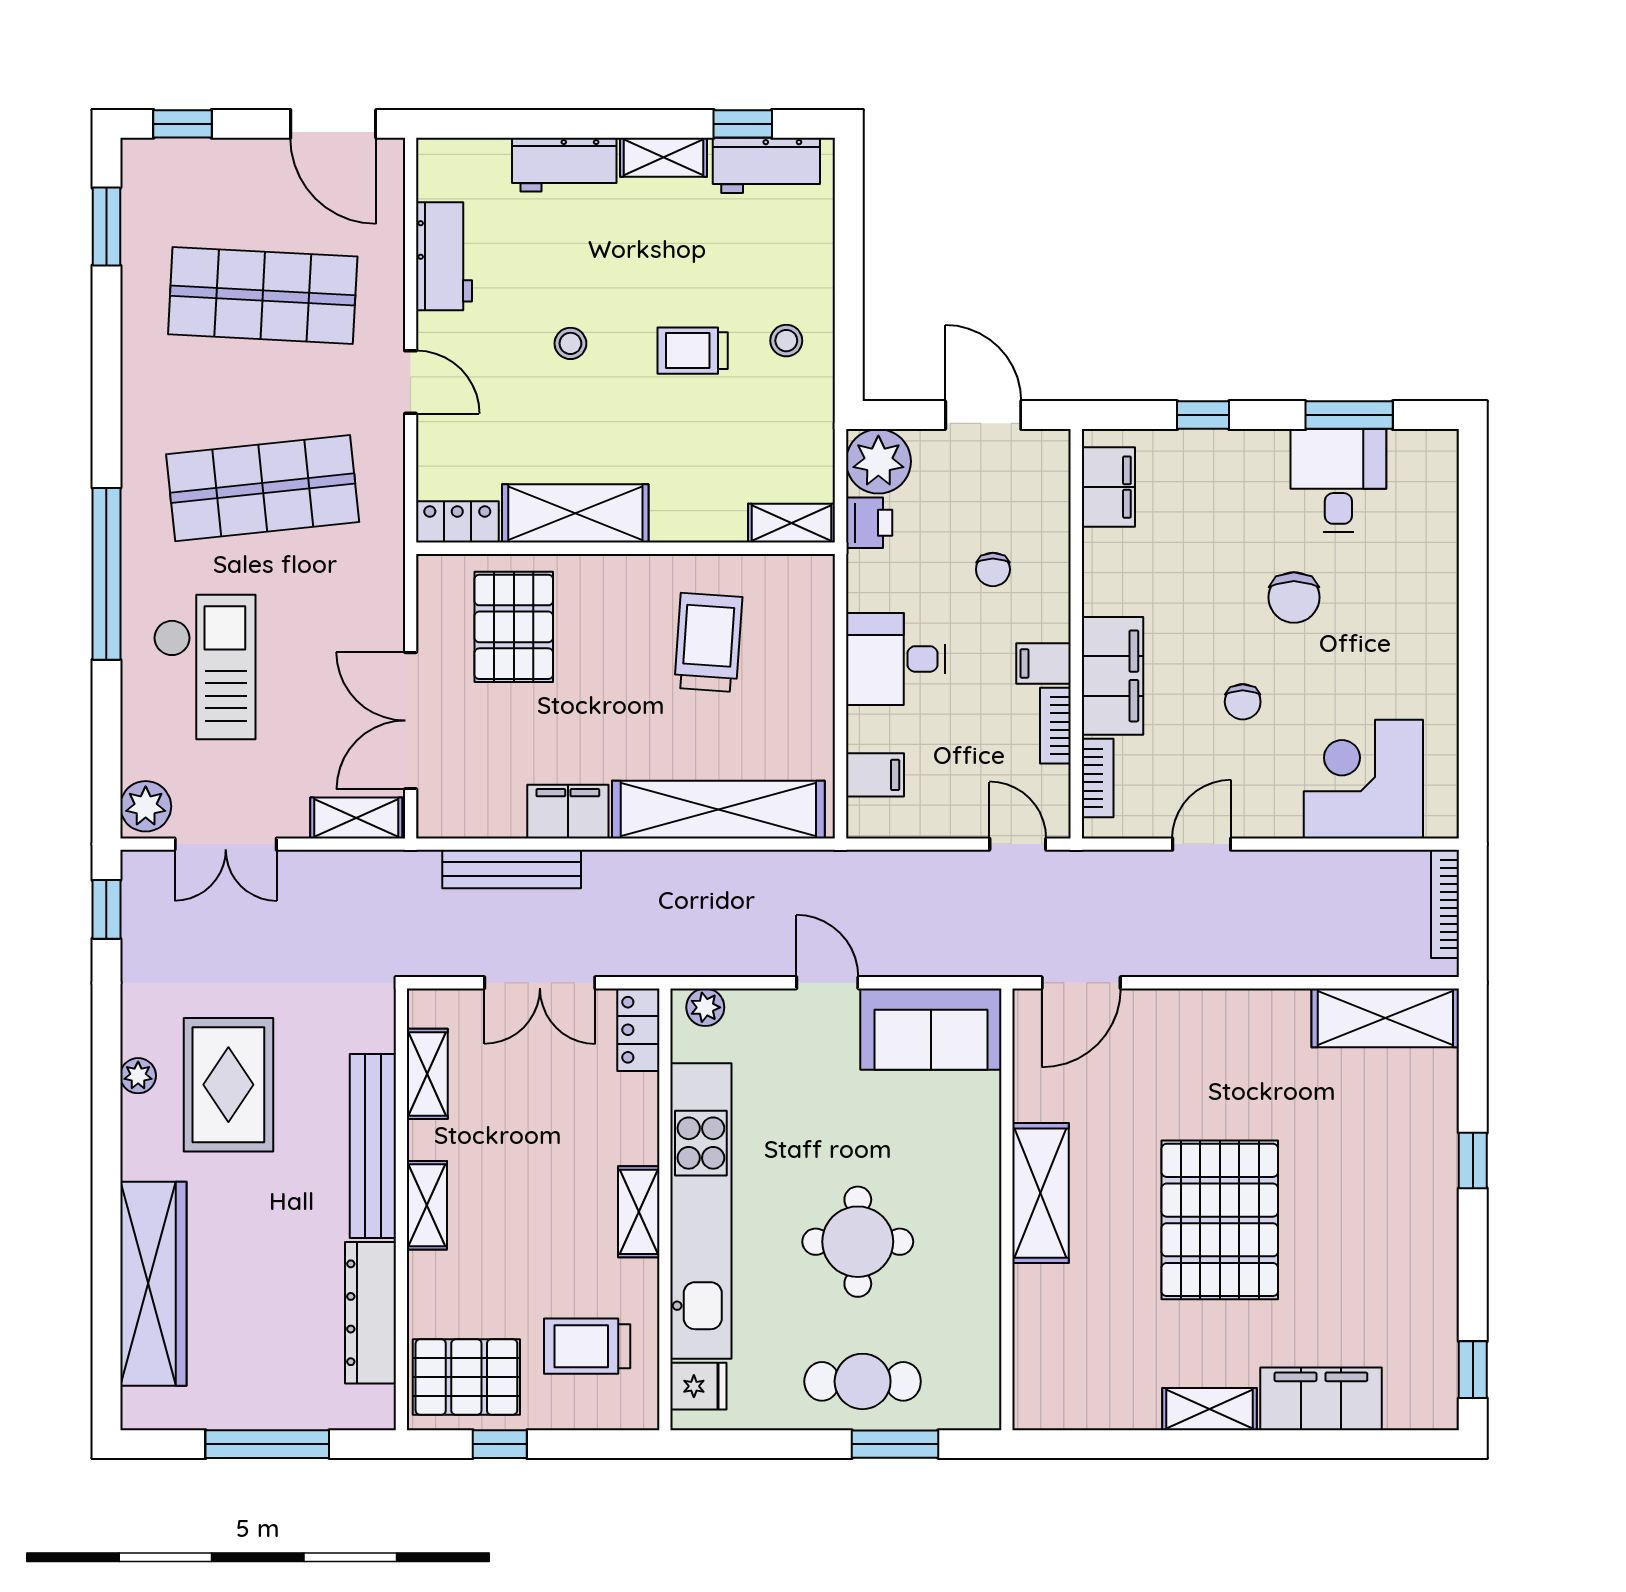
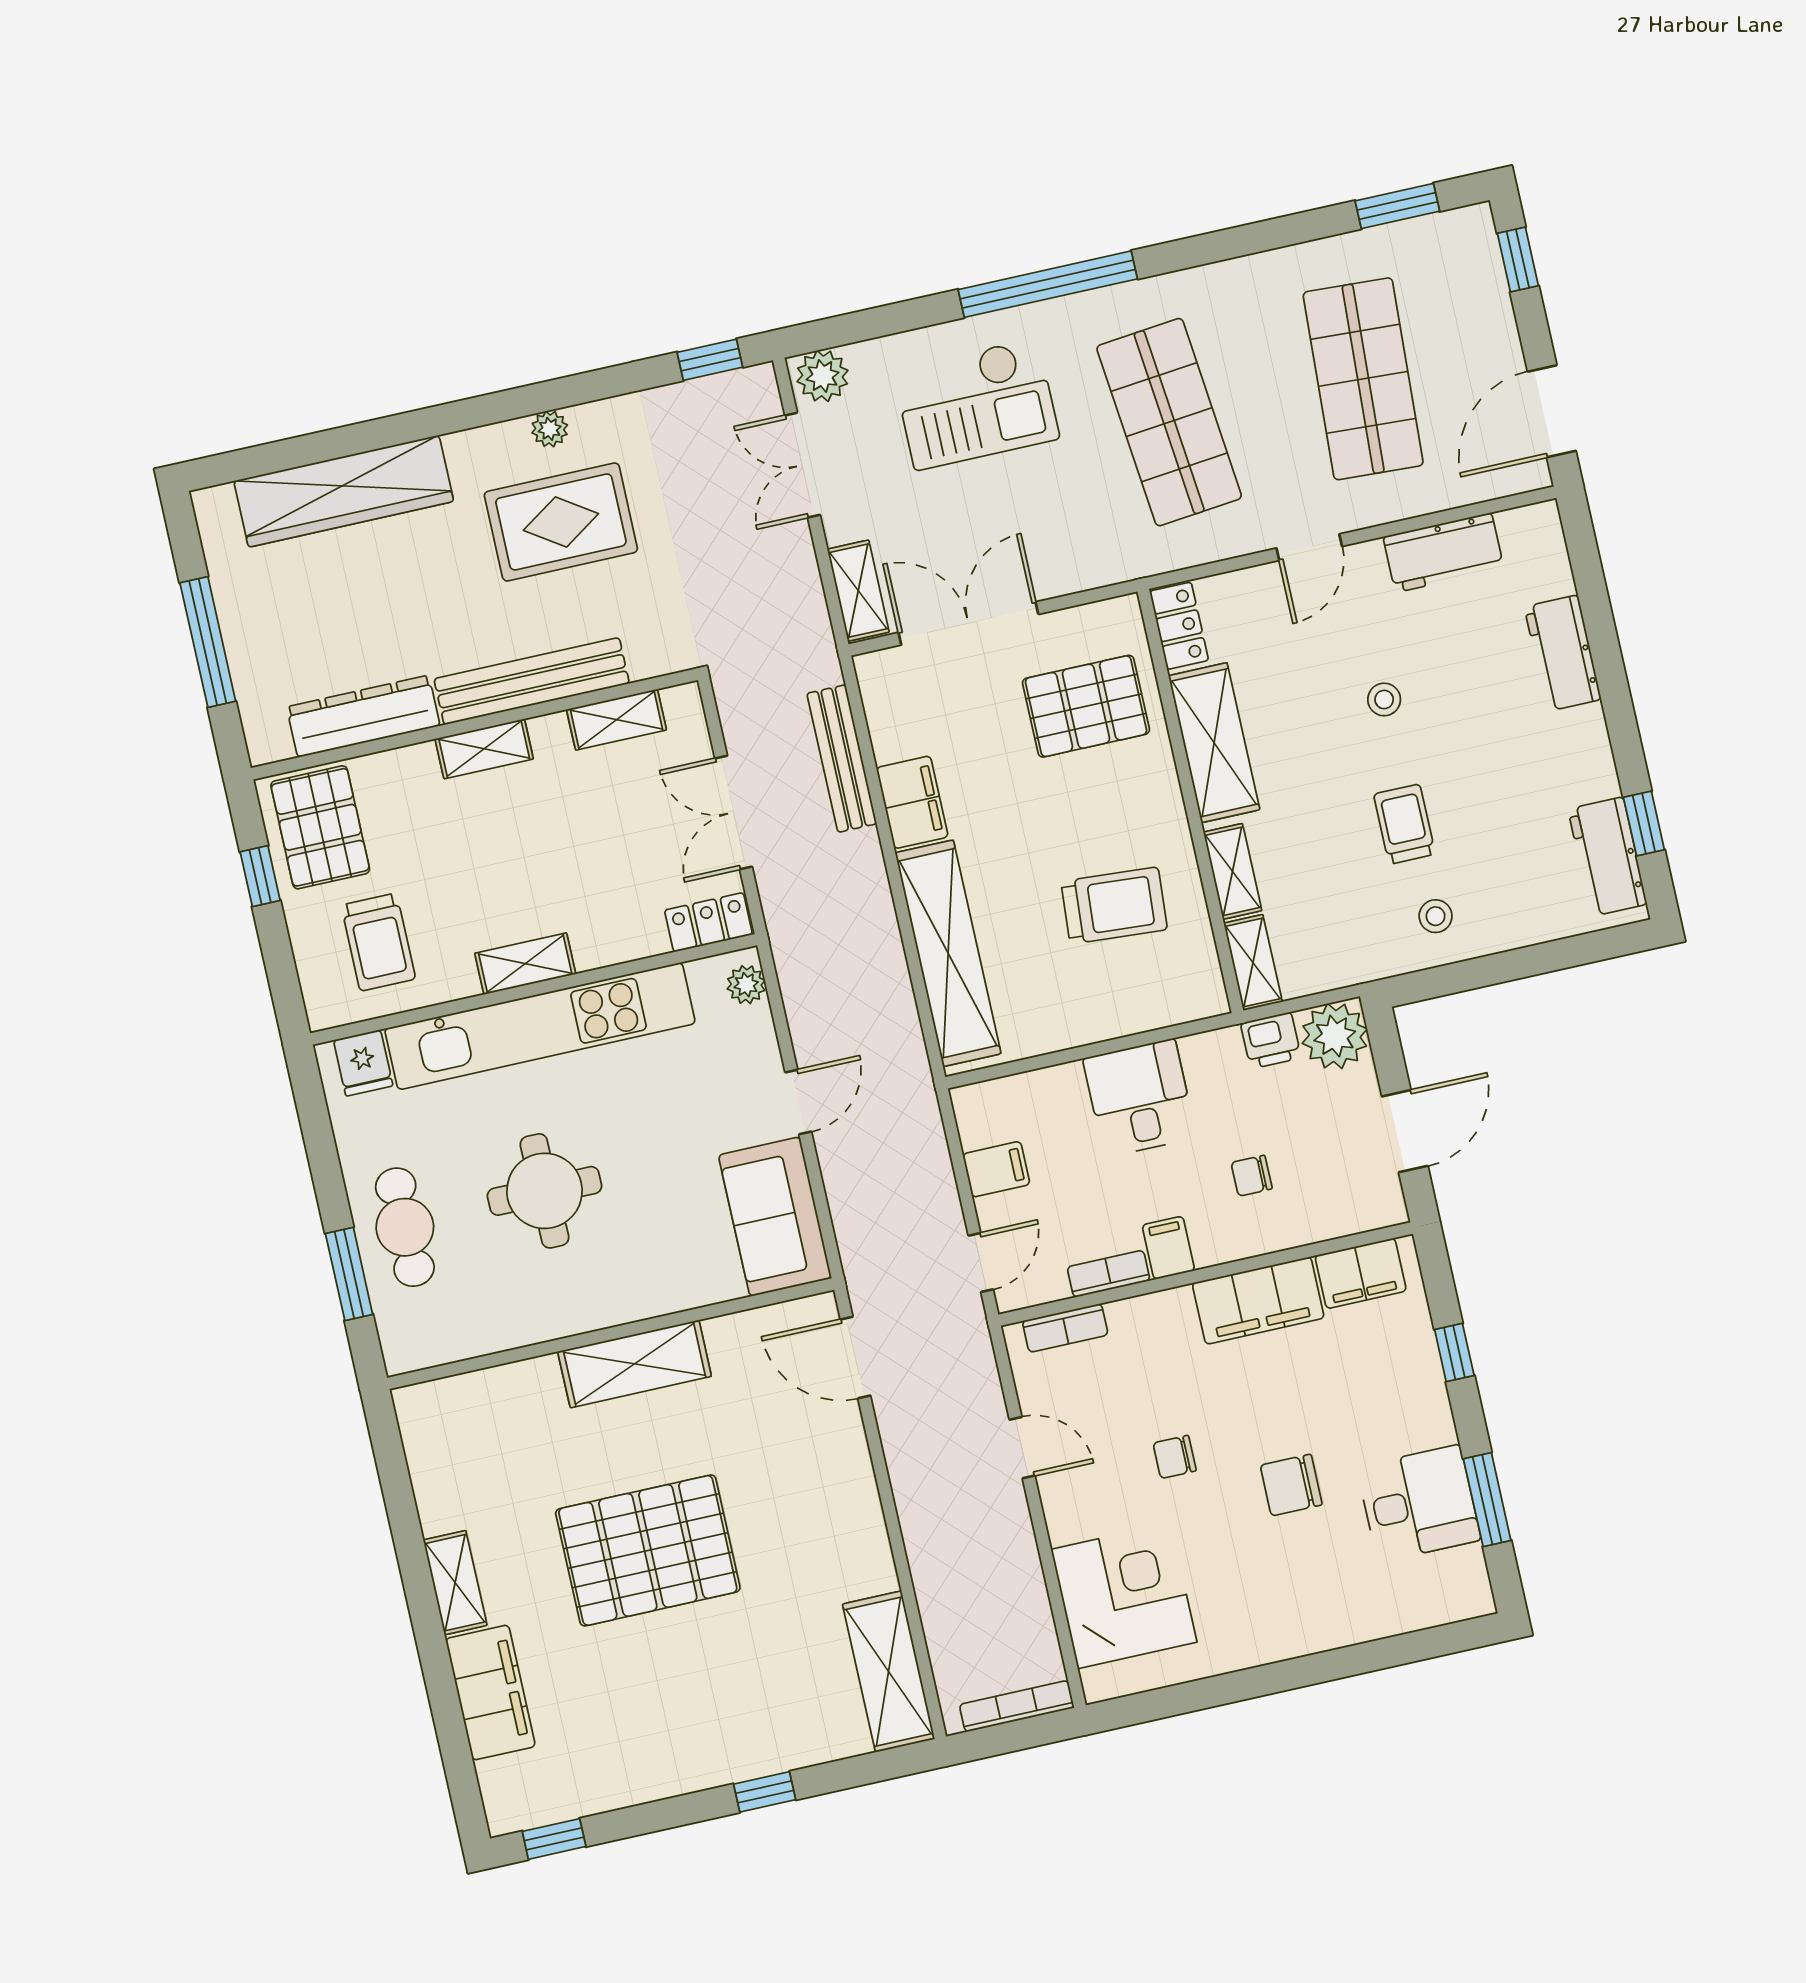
shelving: (664, 157) -> (1233, 871), moved
filing cabinet: (1112, 676) -> (1258, 1301), moved
filing cabinet: (875, 775) -> (996, 1169), moved, turned -90
trolley: (587, 1346) -> (378, 942), turned 180

